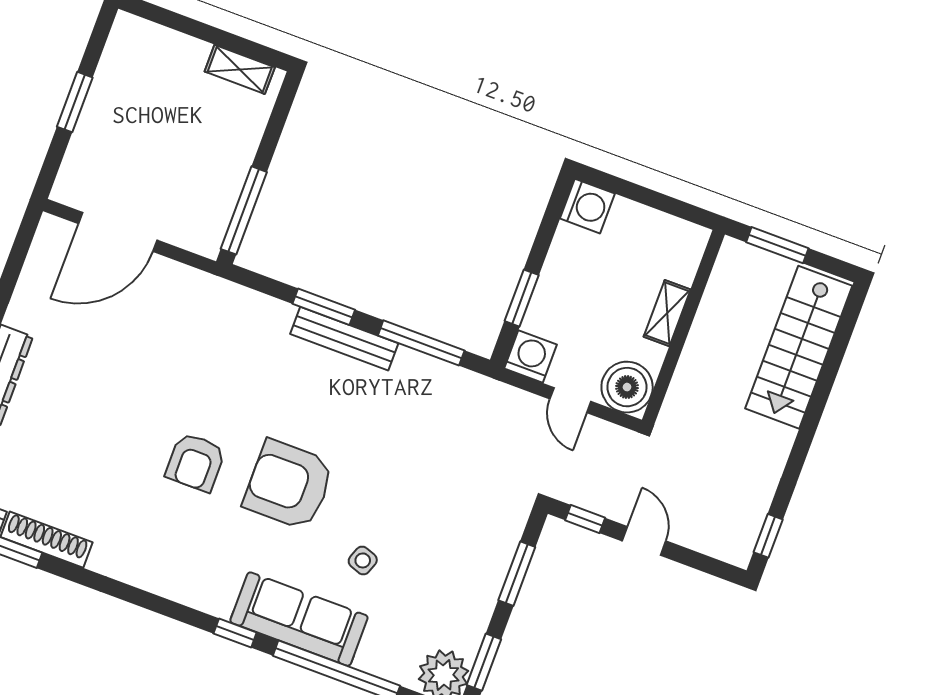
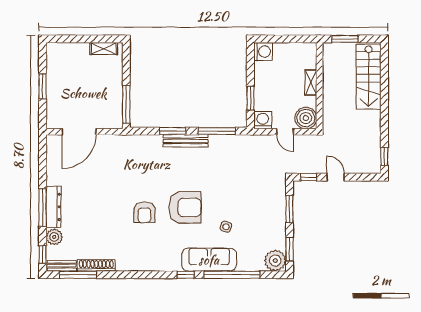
armchair: (289, 485) -> (185, 207), turned 180

